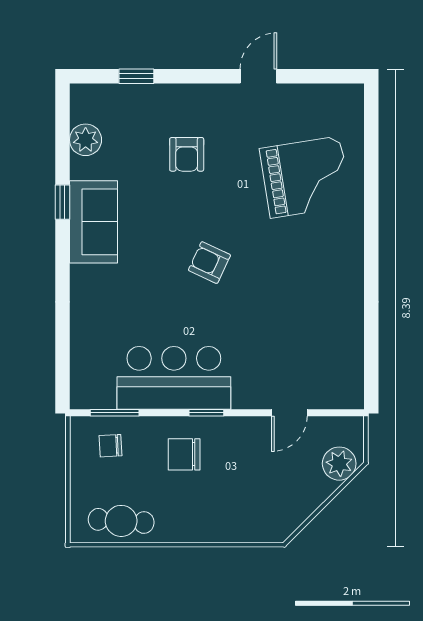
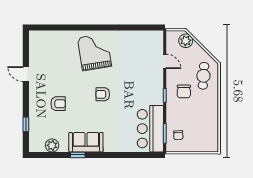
grand piano: (305, 177) -> (94, 52), moved
armchair: (209, 263) -> (103, 94), turned 65
bar counter: (174, 378) -> (150, 129), moved
chair: (184, 454) -> (184, 91), moved
cafe table: (121, 521) -> (203, 76), moved

